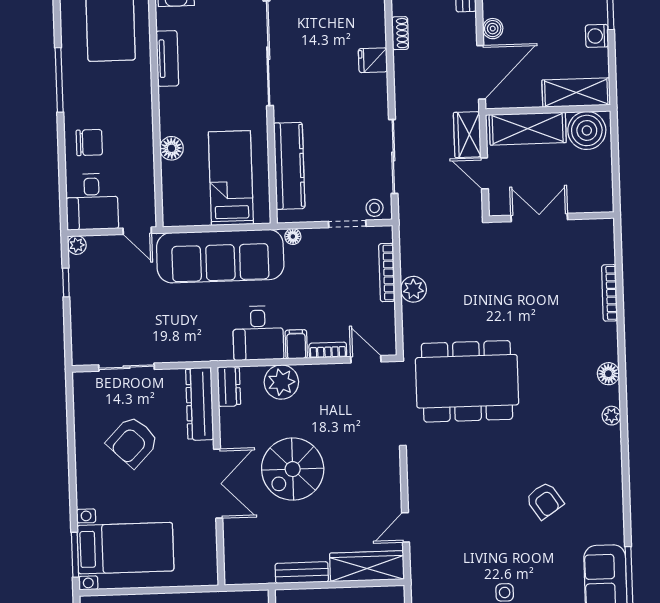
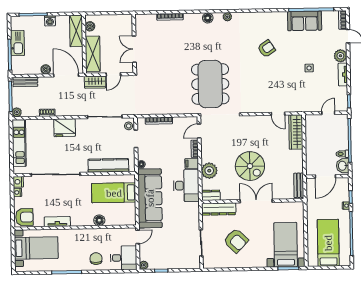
fridge: (373, 60) -> (65, 128), width x1.88, depth x1.34
boiler: (587, 130) -> (90, 26), width x0.54, depth x0.54
plant: (413, 289) -> (167, 108), removed
desk: (258, 333) -> (186, 186), width x1.37
bench: (302, 573) -> (299, 185), moved

